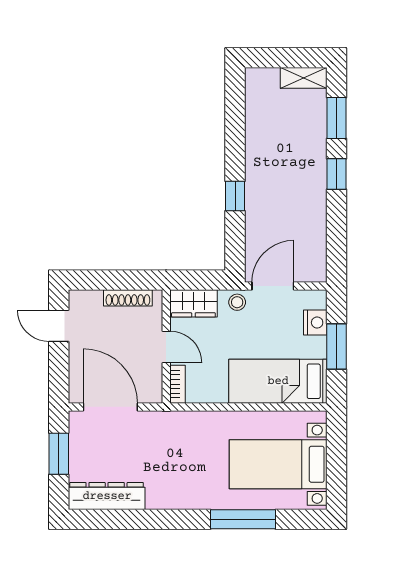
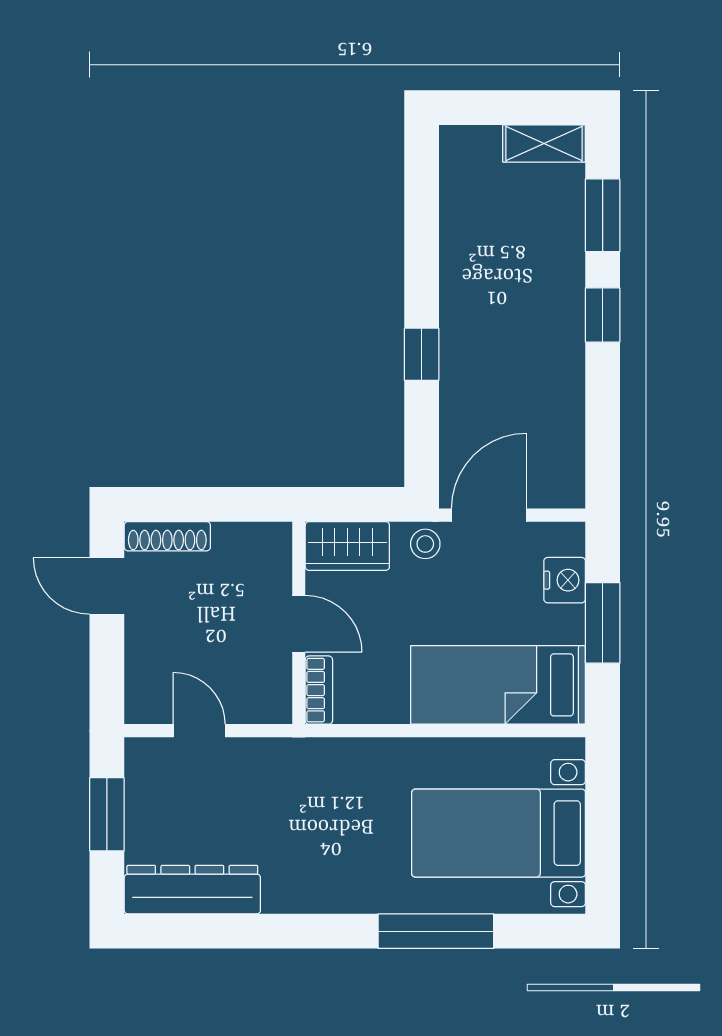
shoe rack: (128, 298) -> (167, 536), moved
door: (110, 407) -> (199, 731), width x0.53

